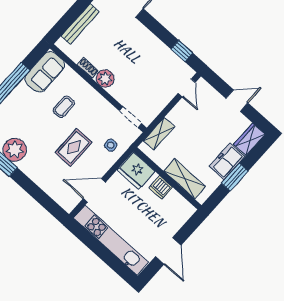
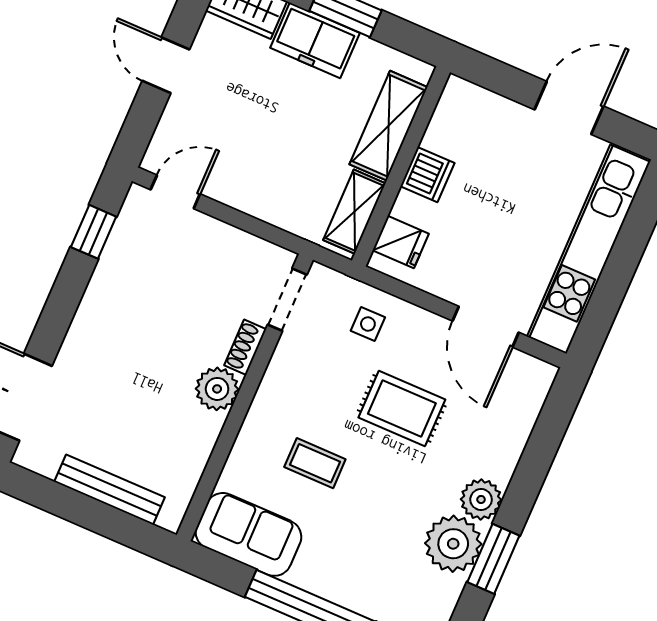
shoe rack: (88, 68) -> (245, 347), moved
shelving: (159, 134) -> (354, 212), moved, turned 90
plant: (28, 166) -> (481, 499), added
fridge: (136, 171) -> (401, 242), width x0.53, depth x0.75

